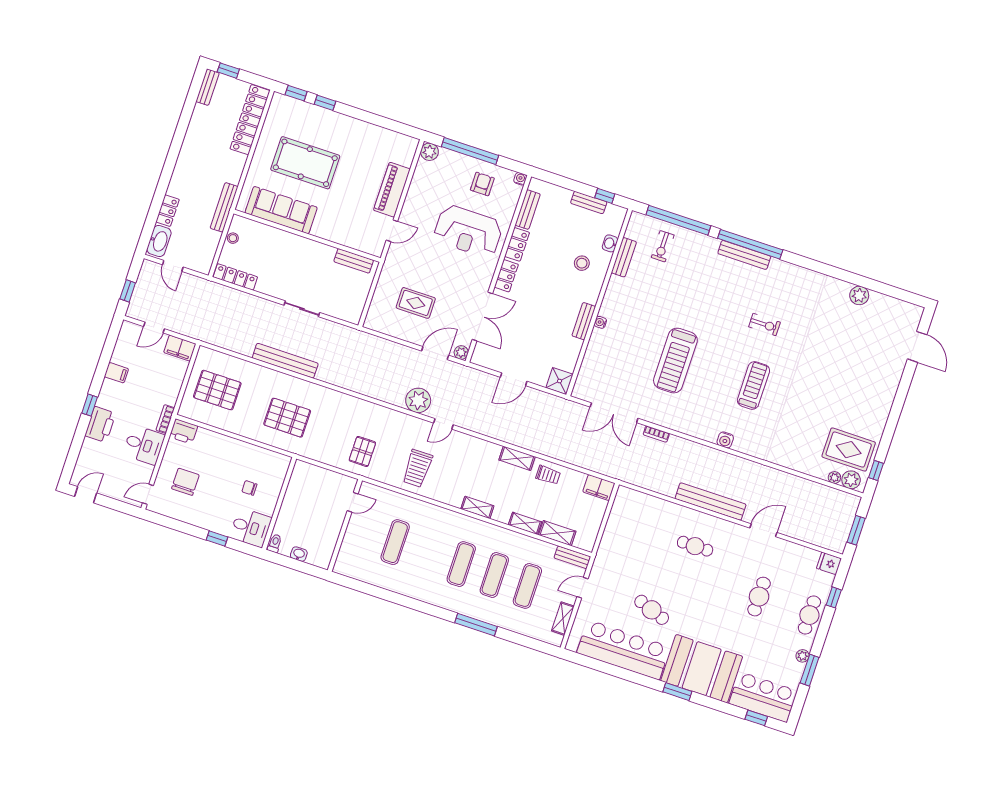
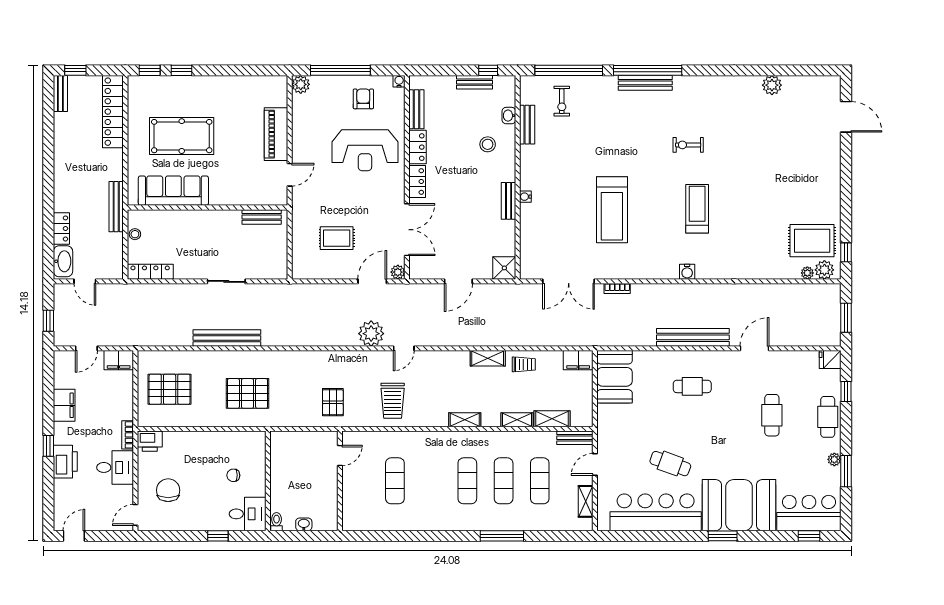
exercise bike: (765, 325) -> (688, 145), turned 180
filing cabinet: (116, 373) -> (64, 405), width x2.00
booth: (627, 514) -> (615, 377), added

